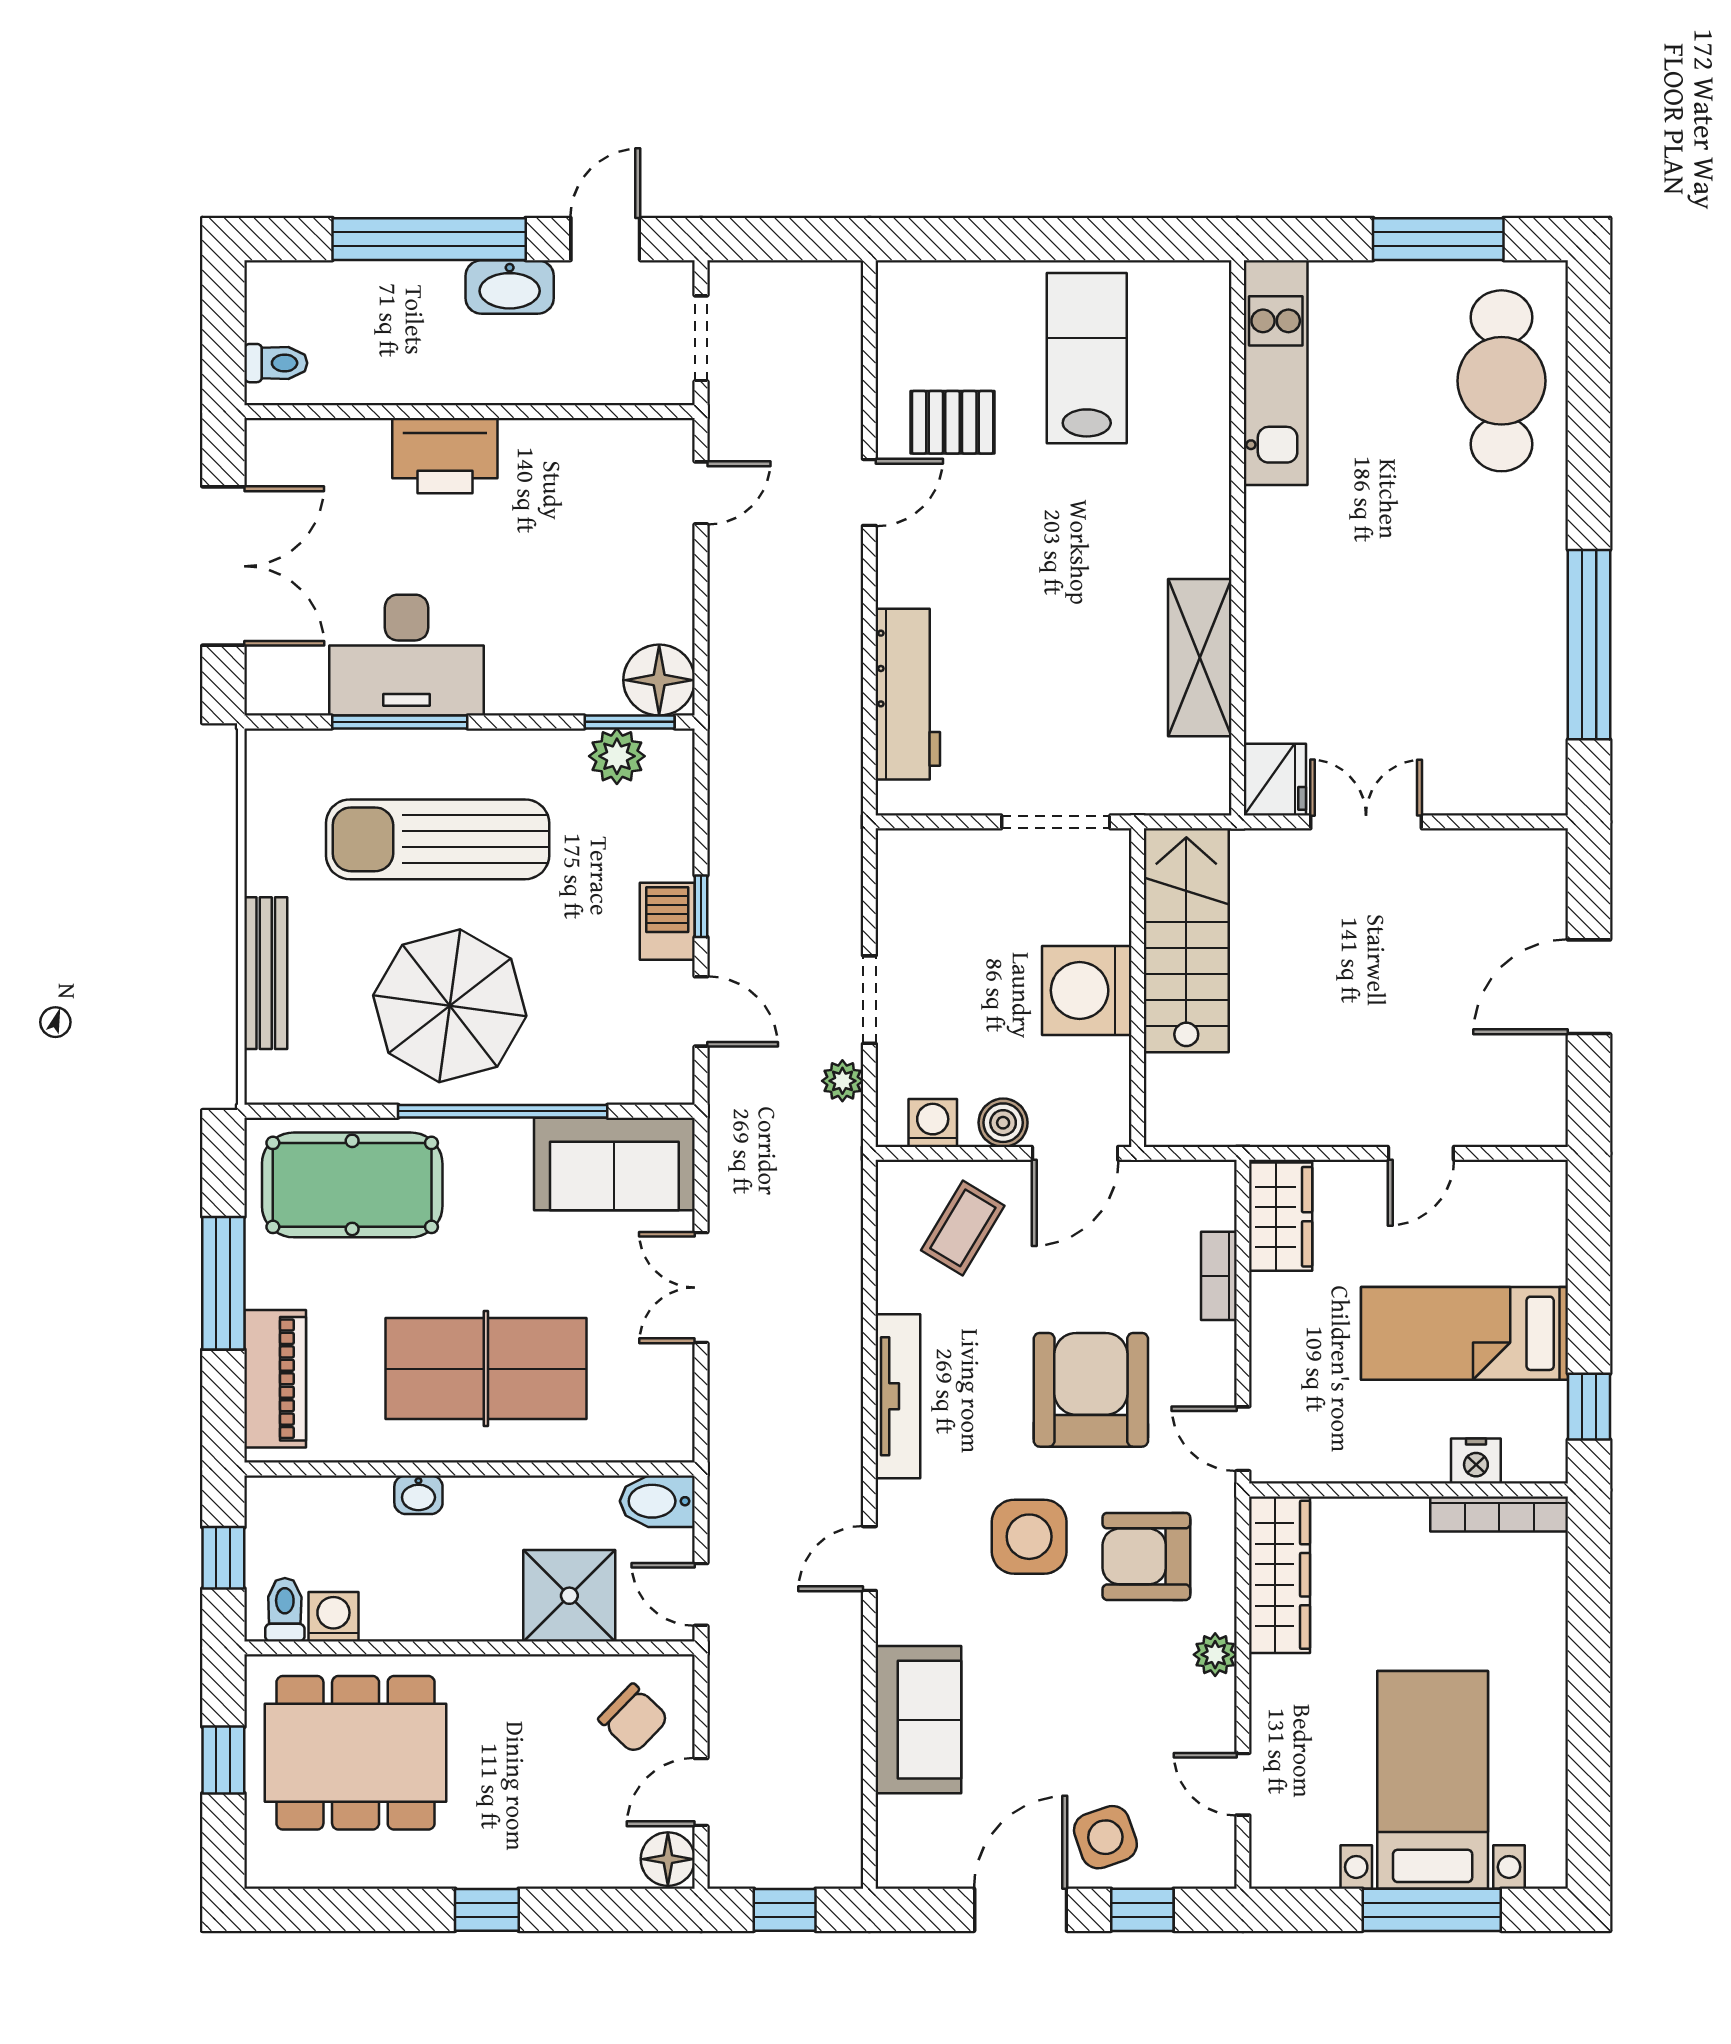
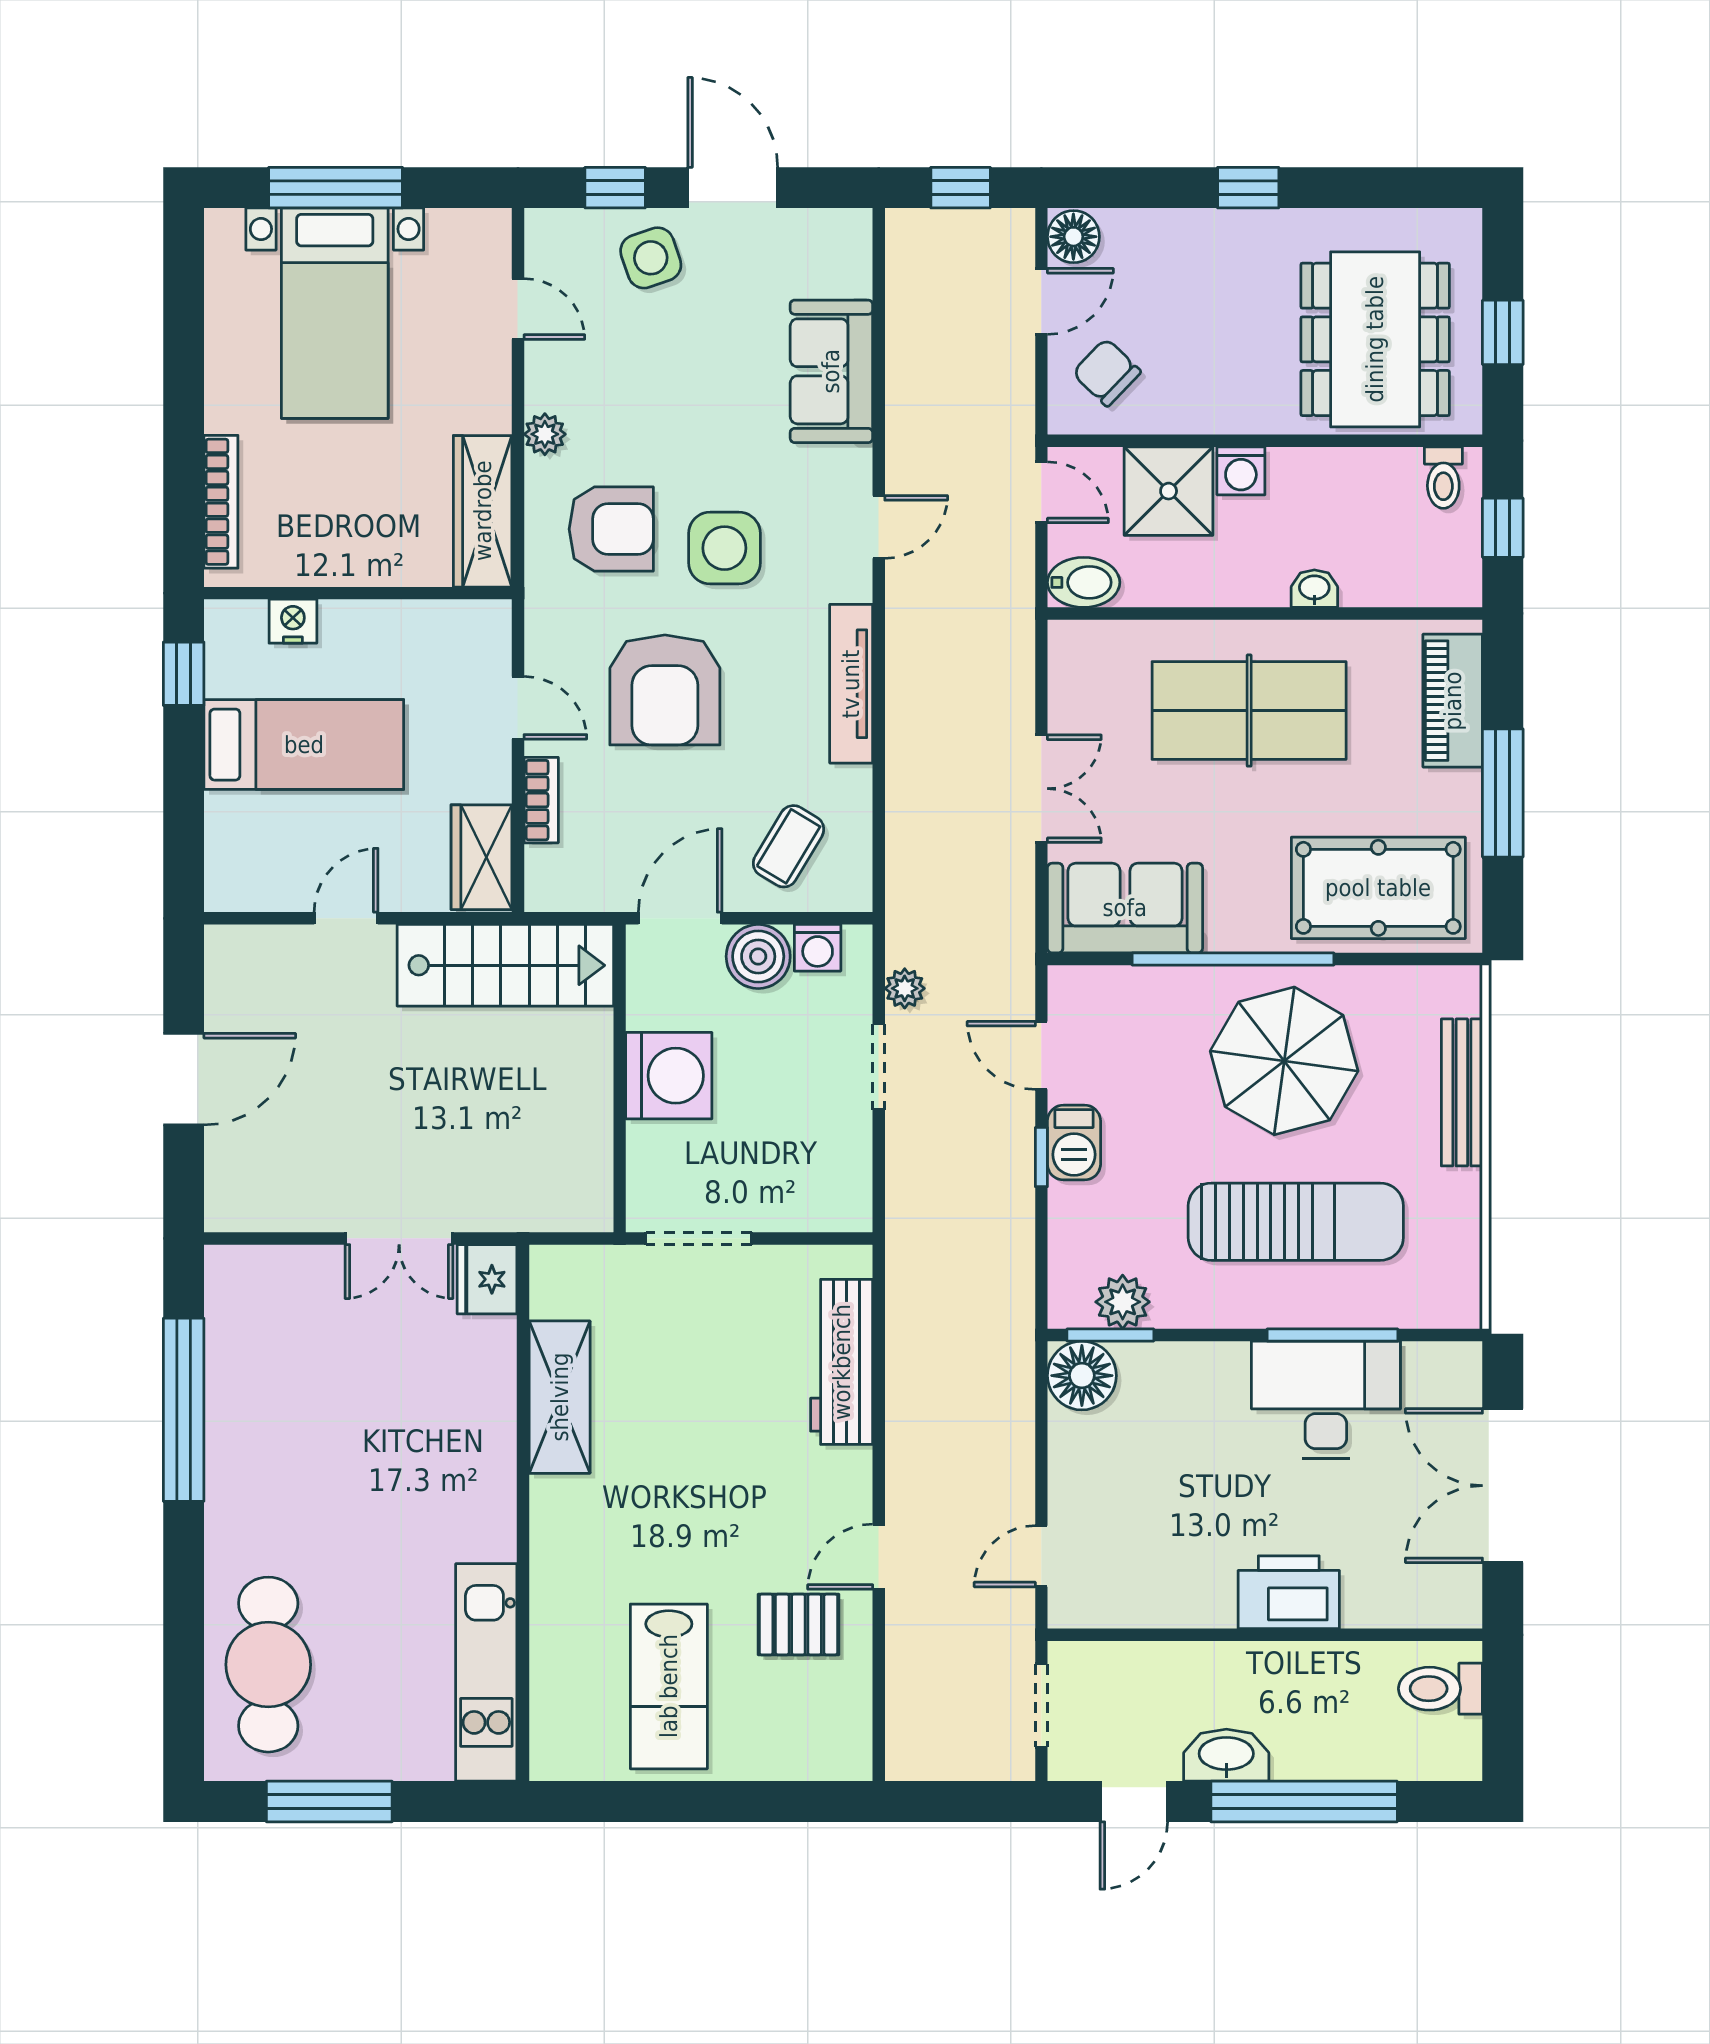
toilet: (276, 363) -> (1440, 1689), width x1.37, depth x1.39
stairs: (1186, 940) -> (505, 965), moved, turned -90
boiler: (1003, 1123) -> (758, 956), width x1.36, depth x1.36
door: (1243, 1439) -> (518, 708), moved
bookcase: (1499, 1514) -> (221, 502), moved, turned 90
washing machine: (333, 1617) -> (1241, 471), moved
dining table: (356, 1753) -> (1375, 339), turned 90
door: (1021, 1910) -> (733, 188), swing flipped

